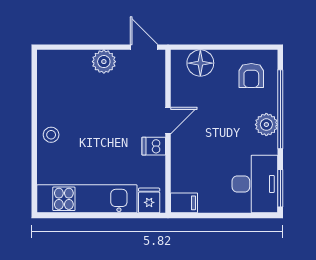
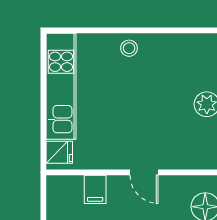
dishwasher: (154, 146) -> (117, 157), removed
filing cabinet: (184, 203) -> (95, 189), moved

